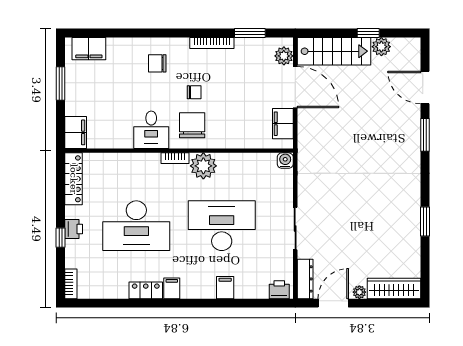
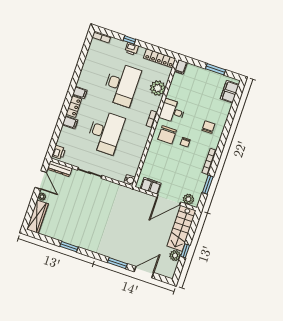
chair: (192, 125) -> (167, 135), turned 90
filing cabinet: (76, 132) -> (181, 67), width x0.50
plant: (203, 166) -> (158, 88), moved
desk: (136, 226) -> (122, 85), turned 180
locker: (146, 290) -> (74, 107), moved

